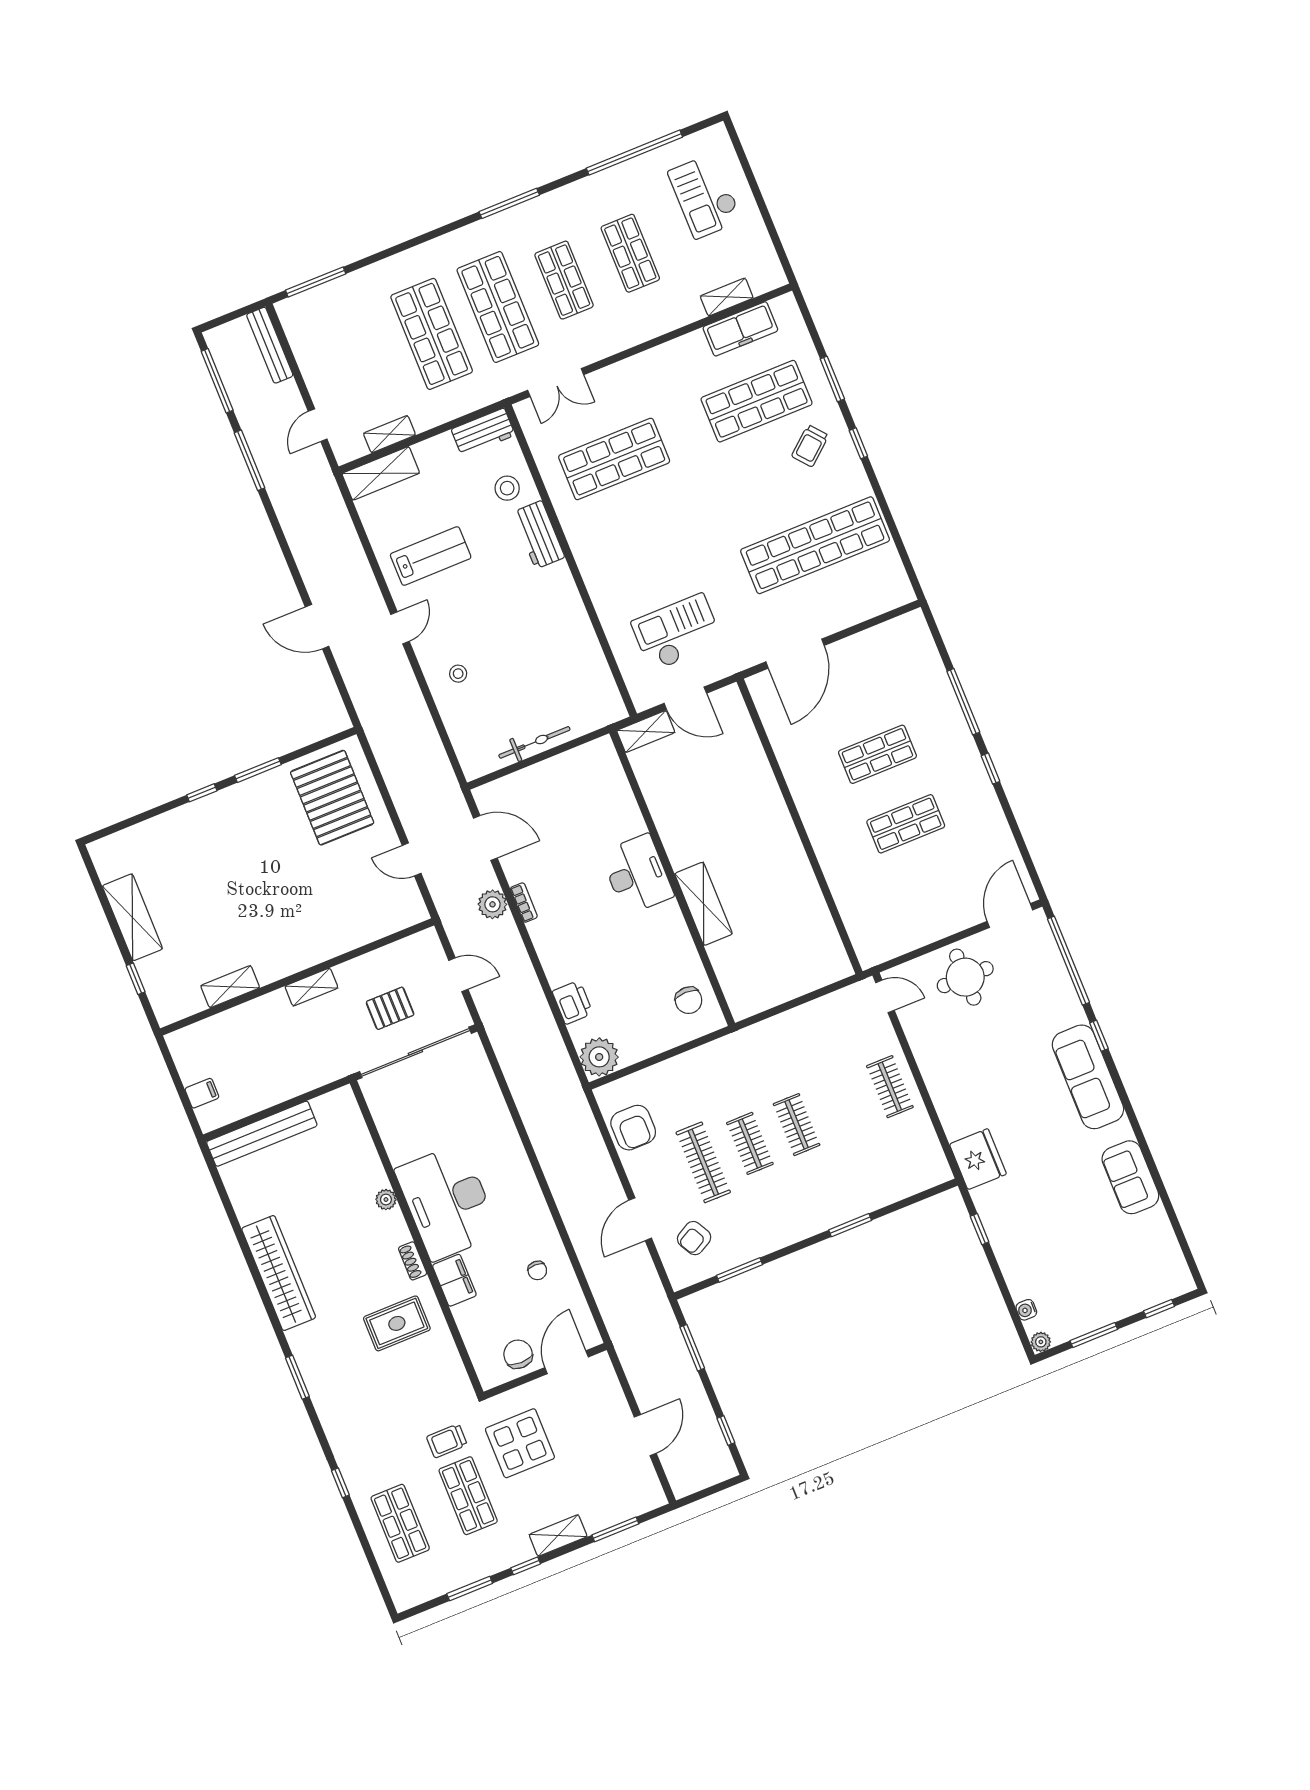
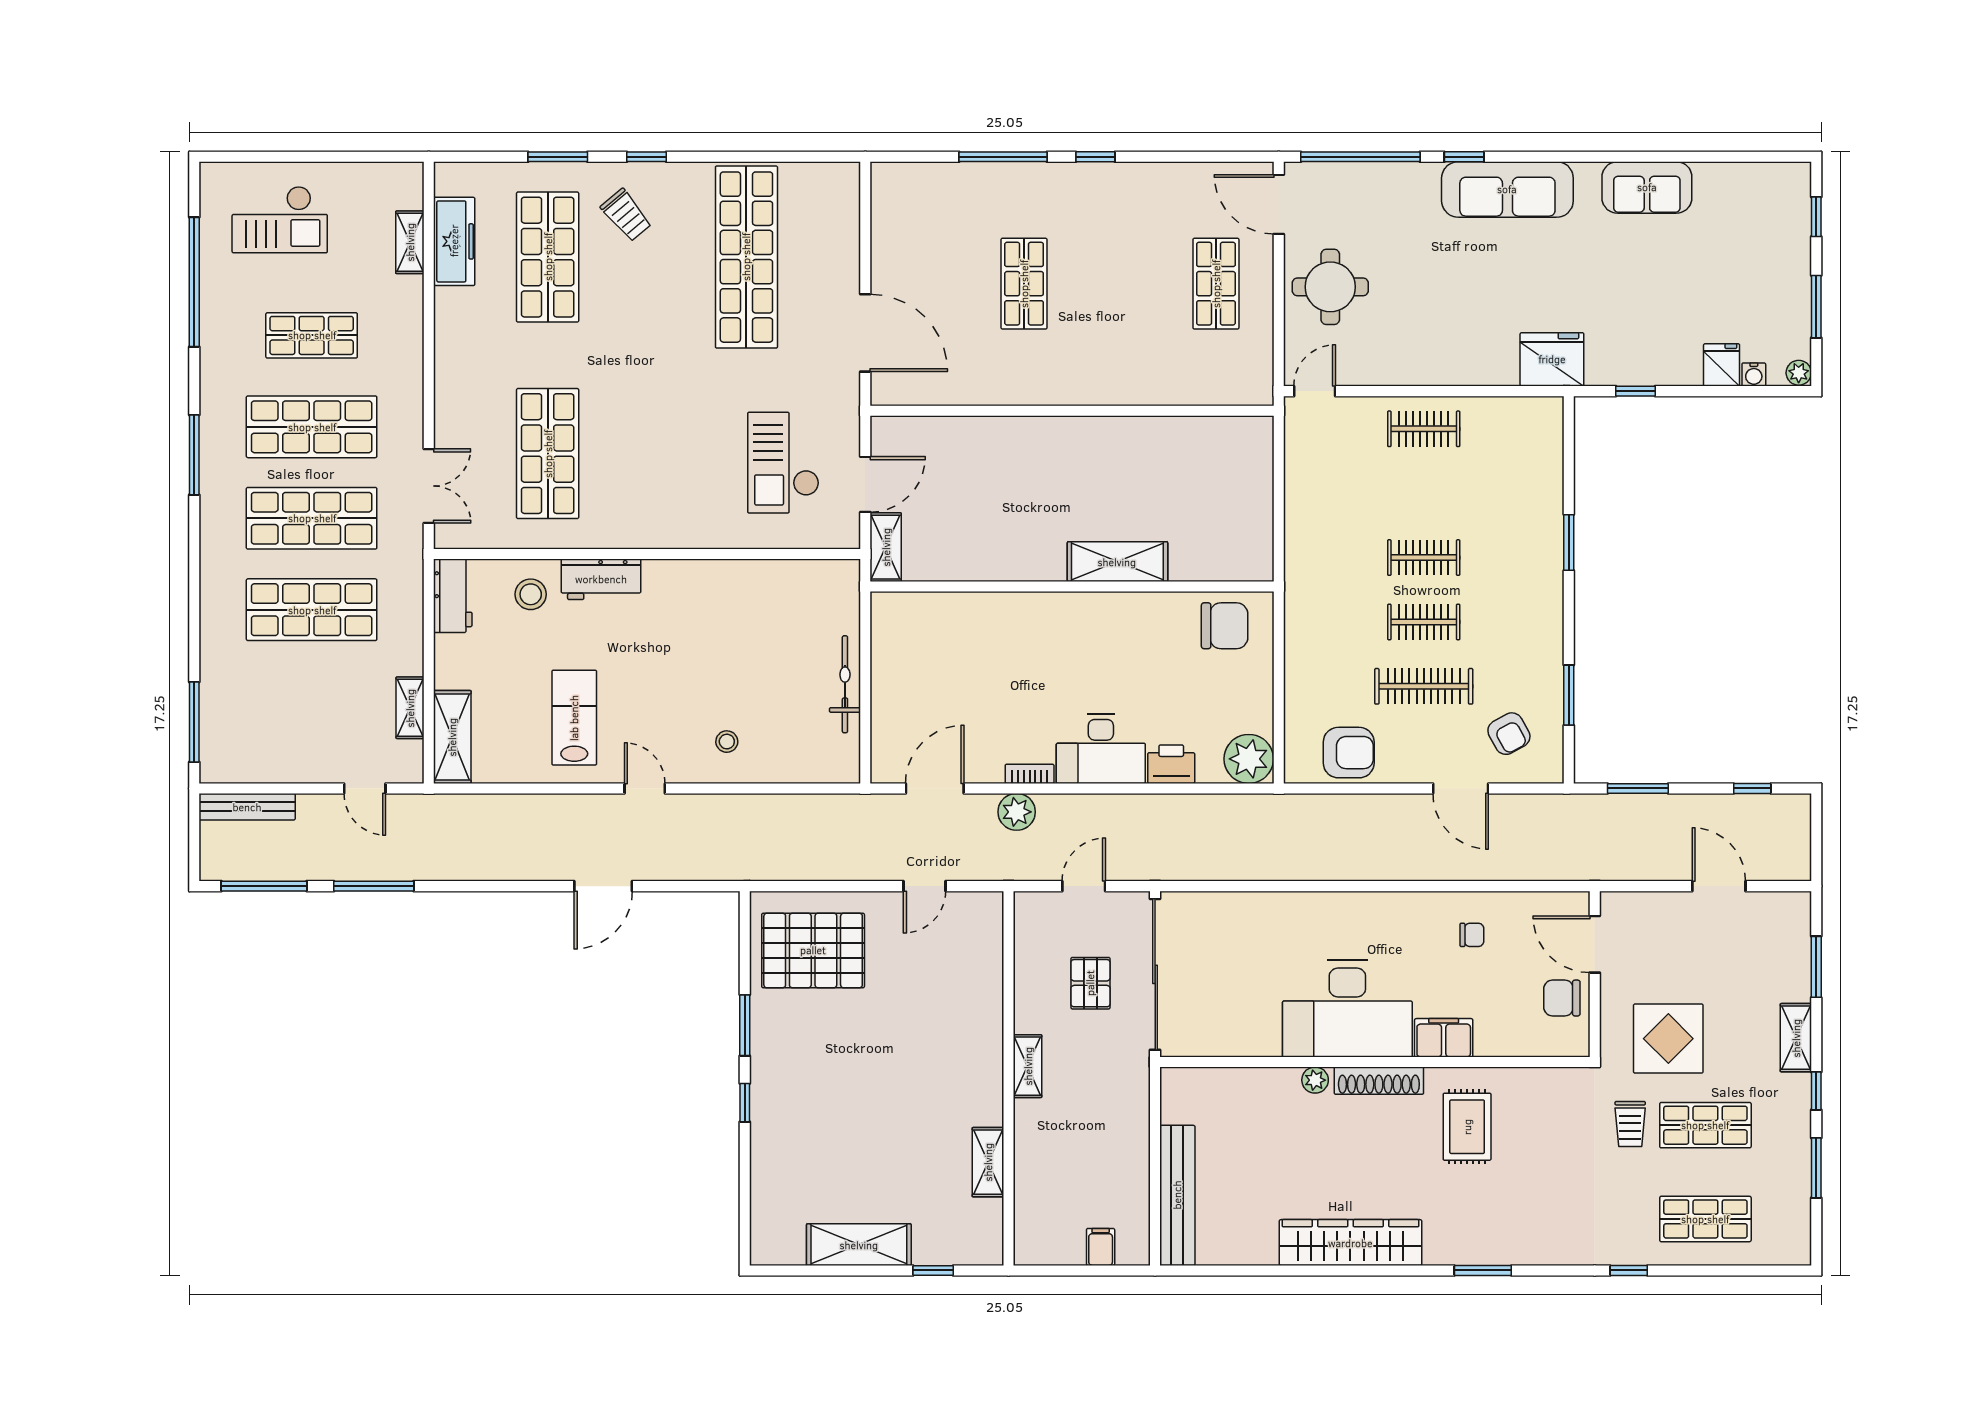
shop shelf: (564, 280) -> (312, 427), width x1.43, depth x1.36
shop shelf: (906, 824) -> (1216, 284), moved
desk: (637, 874) -> (1101, 749), moved, turned 180
chair: (689, 1000) -> (1225, 626), width x1.37, depth x1.37
shoe rack: (413, 1261) -> (1379, 1081), width x1.94, depth x1.24
fridge: (1024, 1284) -> (1722, 365), added

